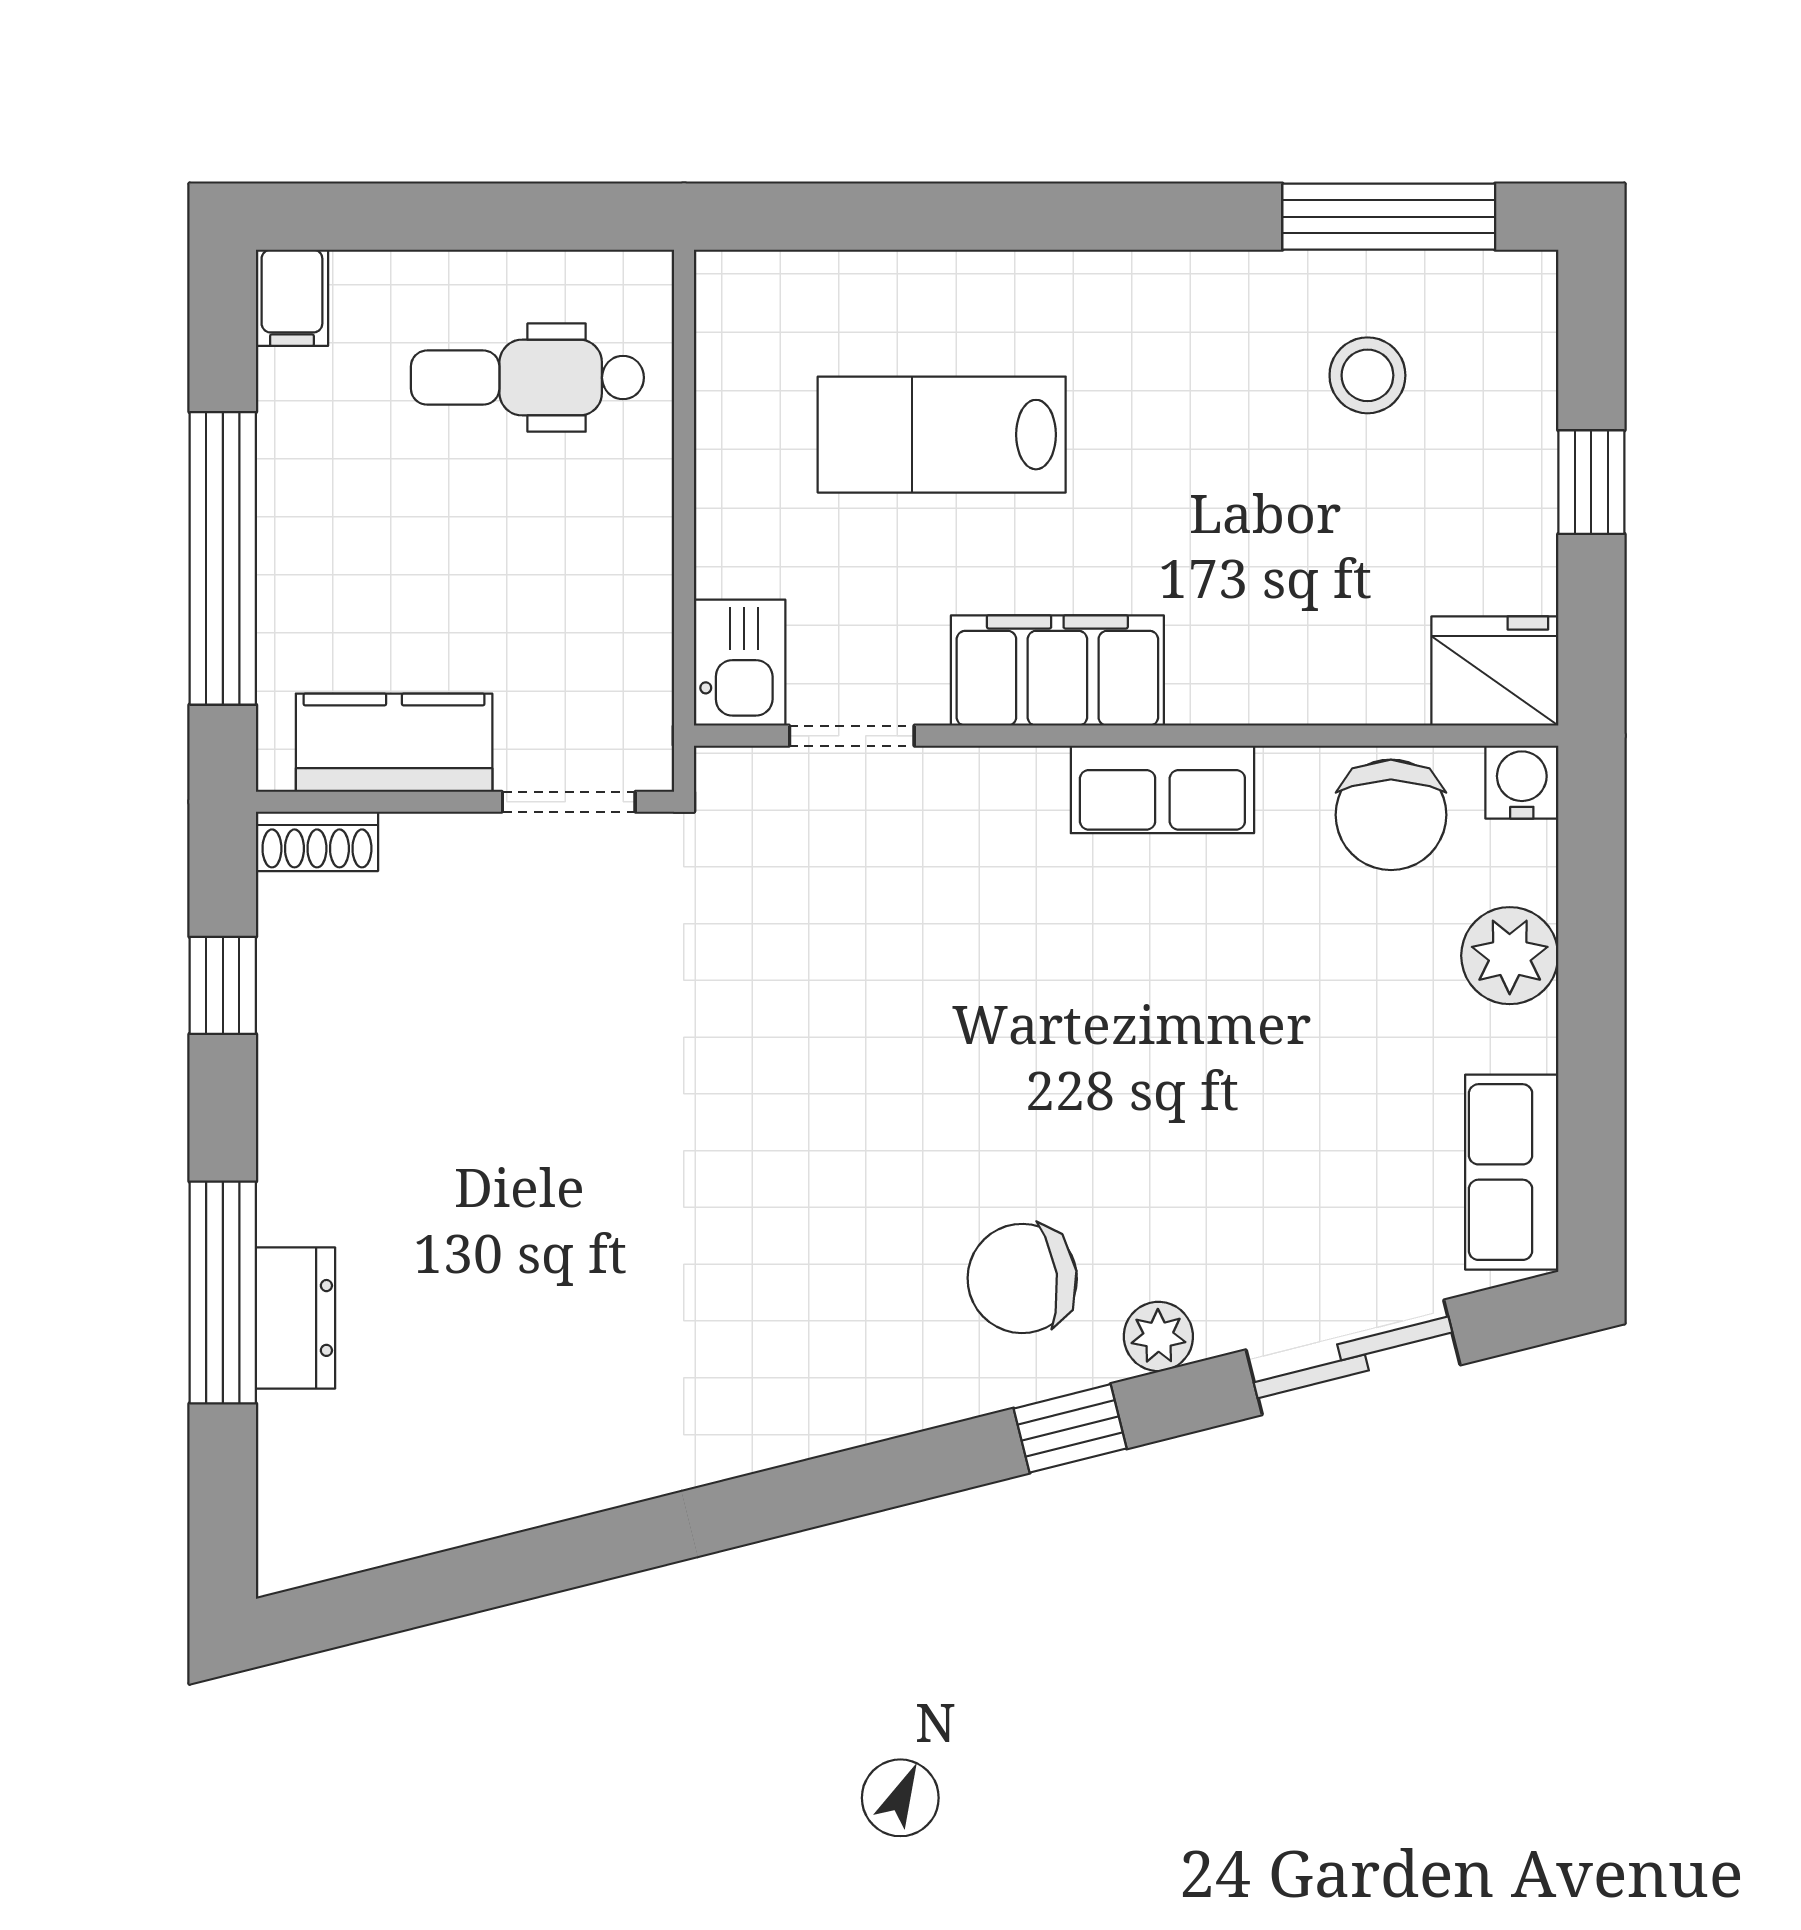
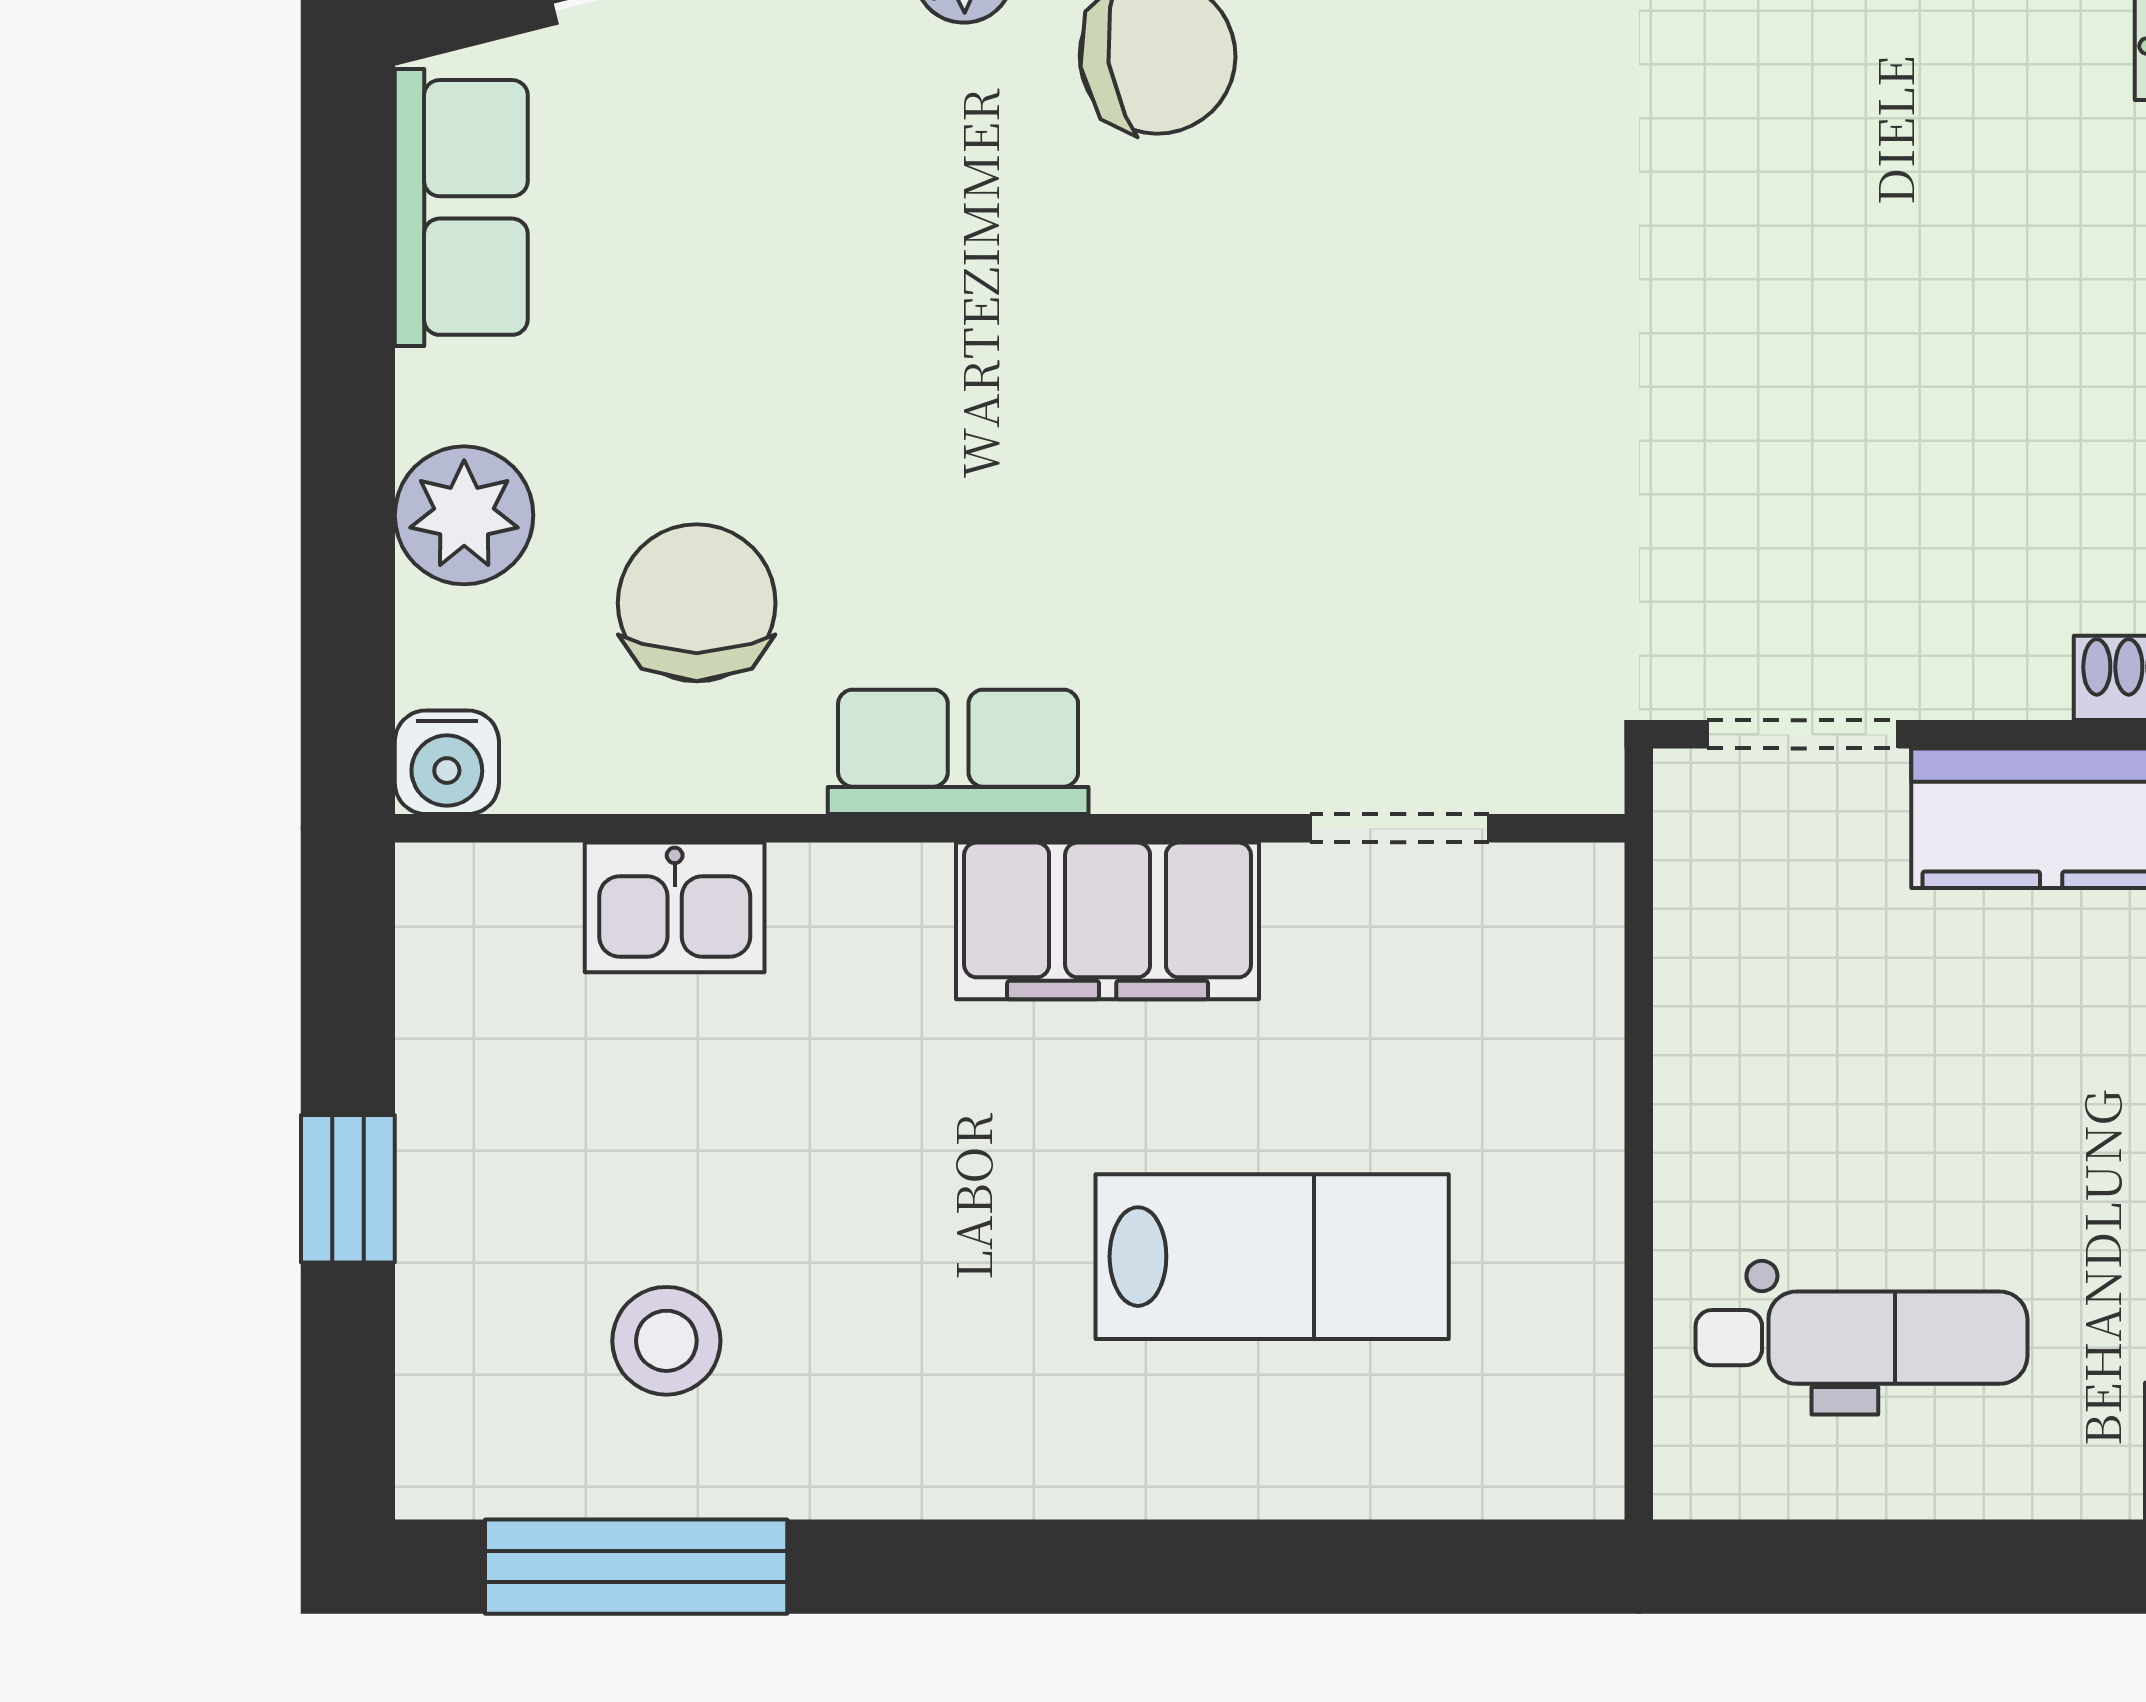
kitchen sink: (740, 663) -> (675, 907), moved, turned -90
fridge: (1495, 671) -> (485, 920), removed
chair: (1391, 815) -> (697, 603), moved

